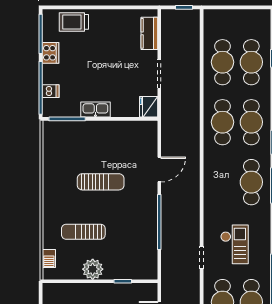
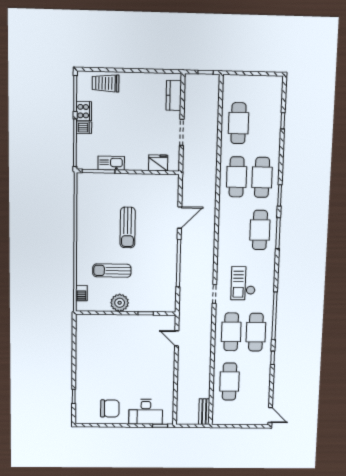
cafe table: (251, 62) -> (264, 124), removed
dishwasher: (51, 91) -> (84, 128), moved
fridge: (149, 107) -> (158, 163), moved, turned 90
kitchen sink: (95, 110) -> (111, 163), moved
sun lounger: (101, 182) -> (128, 227), turned 90
checkout: (234, 244) -> (243, 283), turned 180

